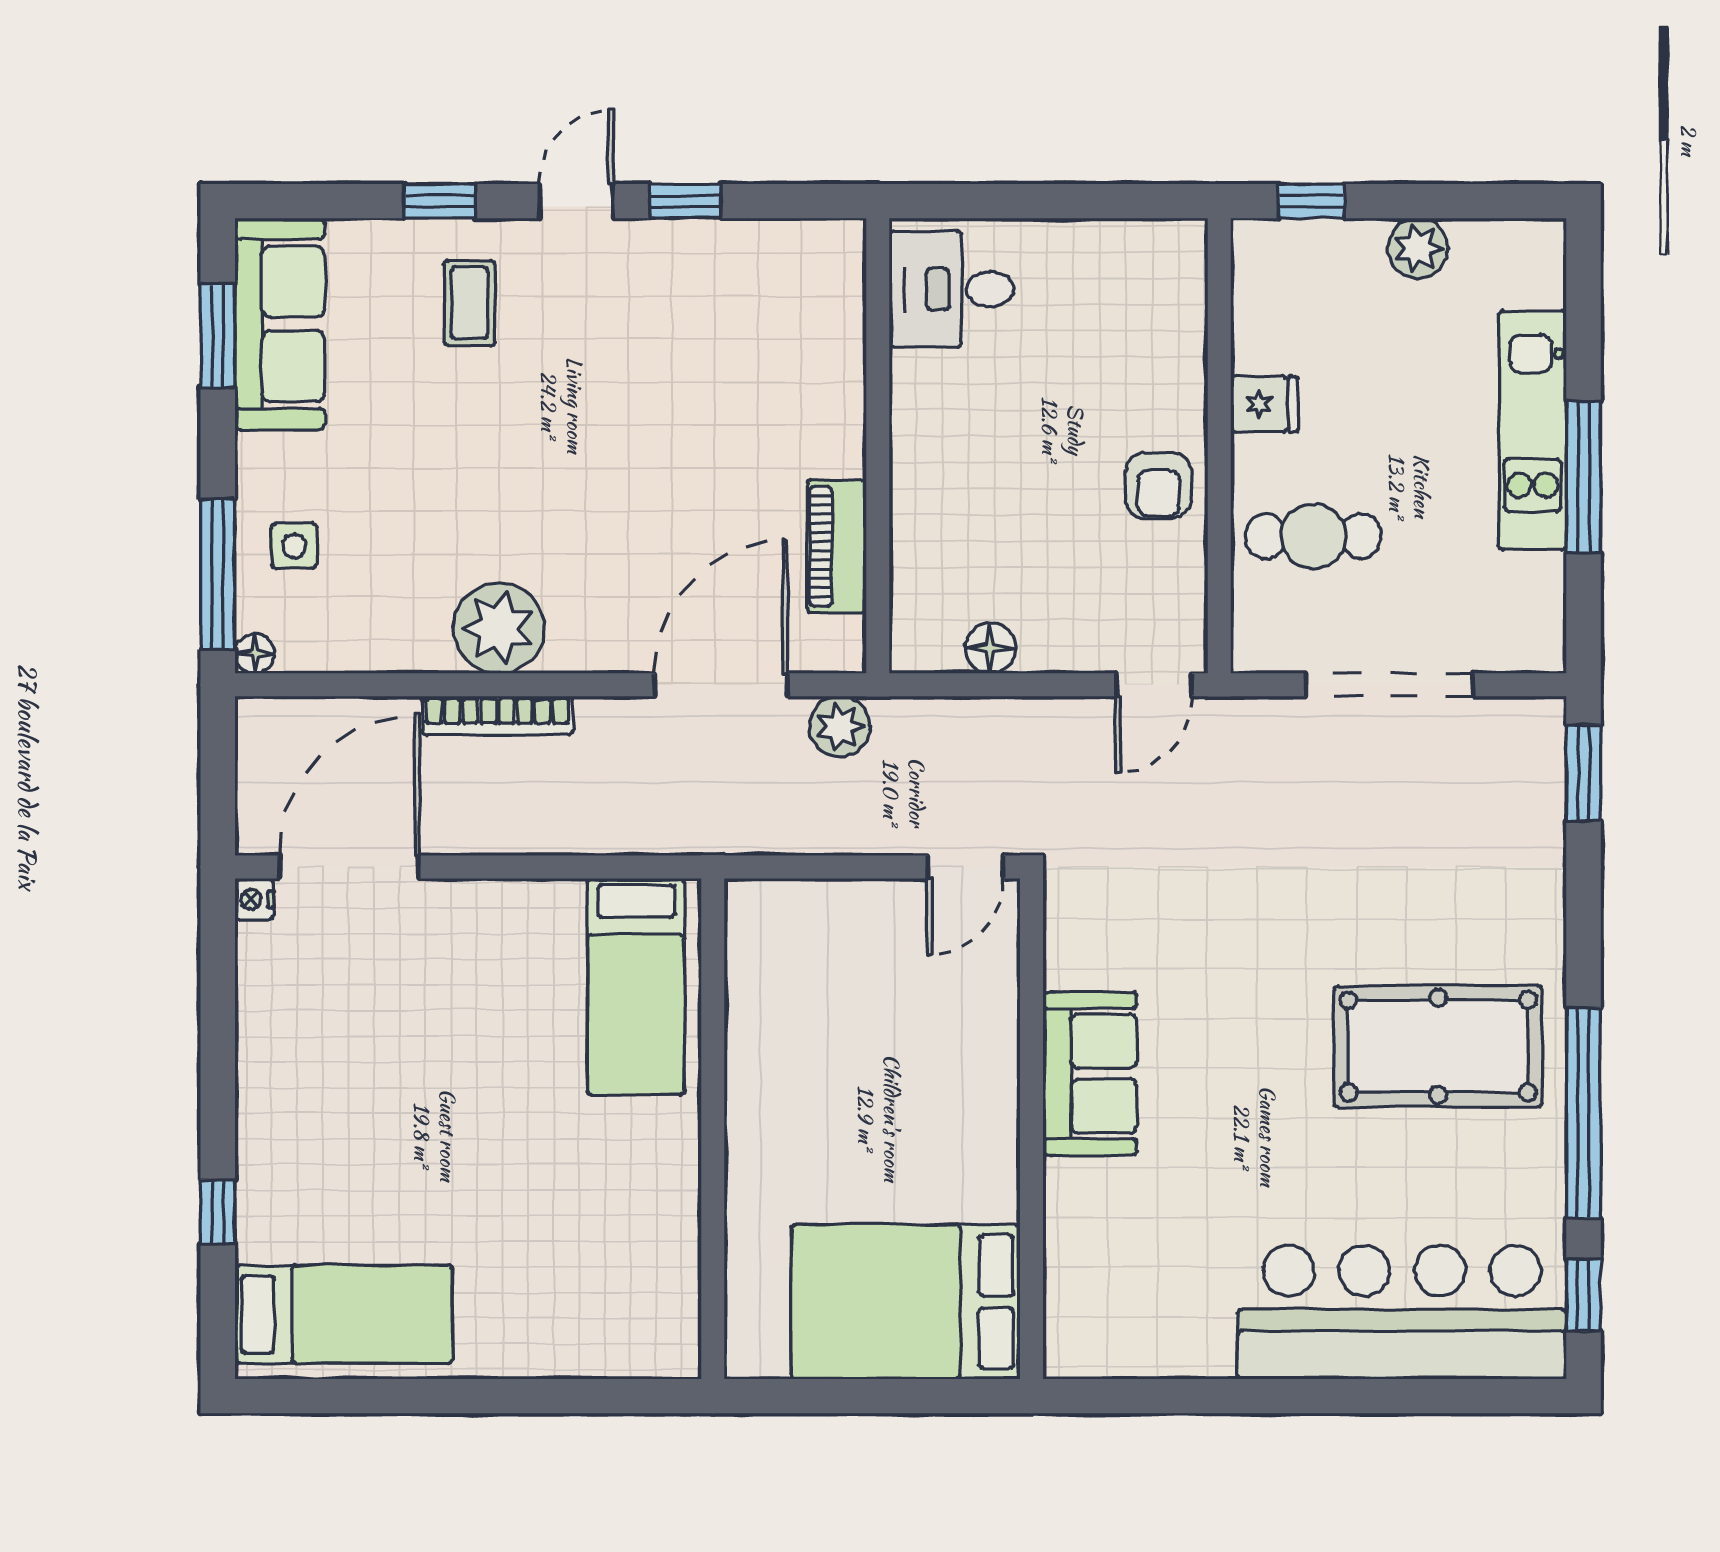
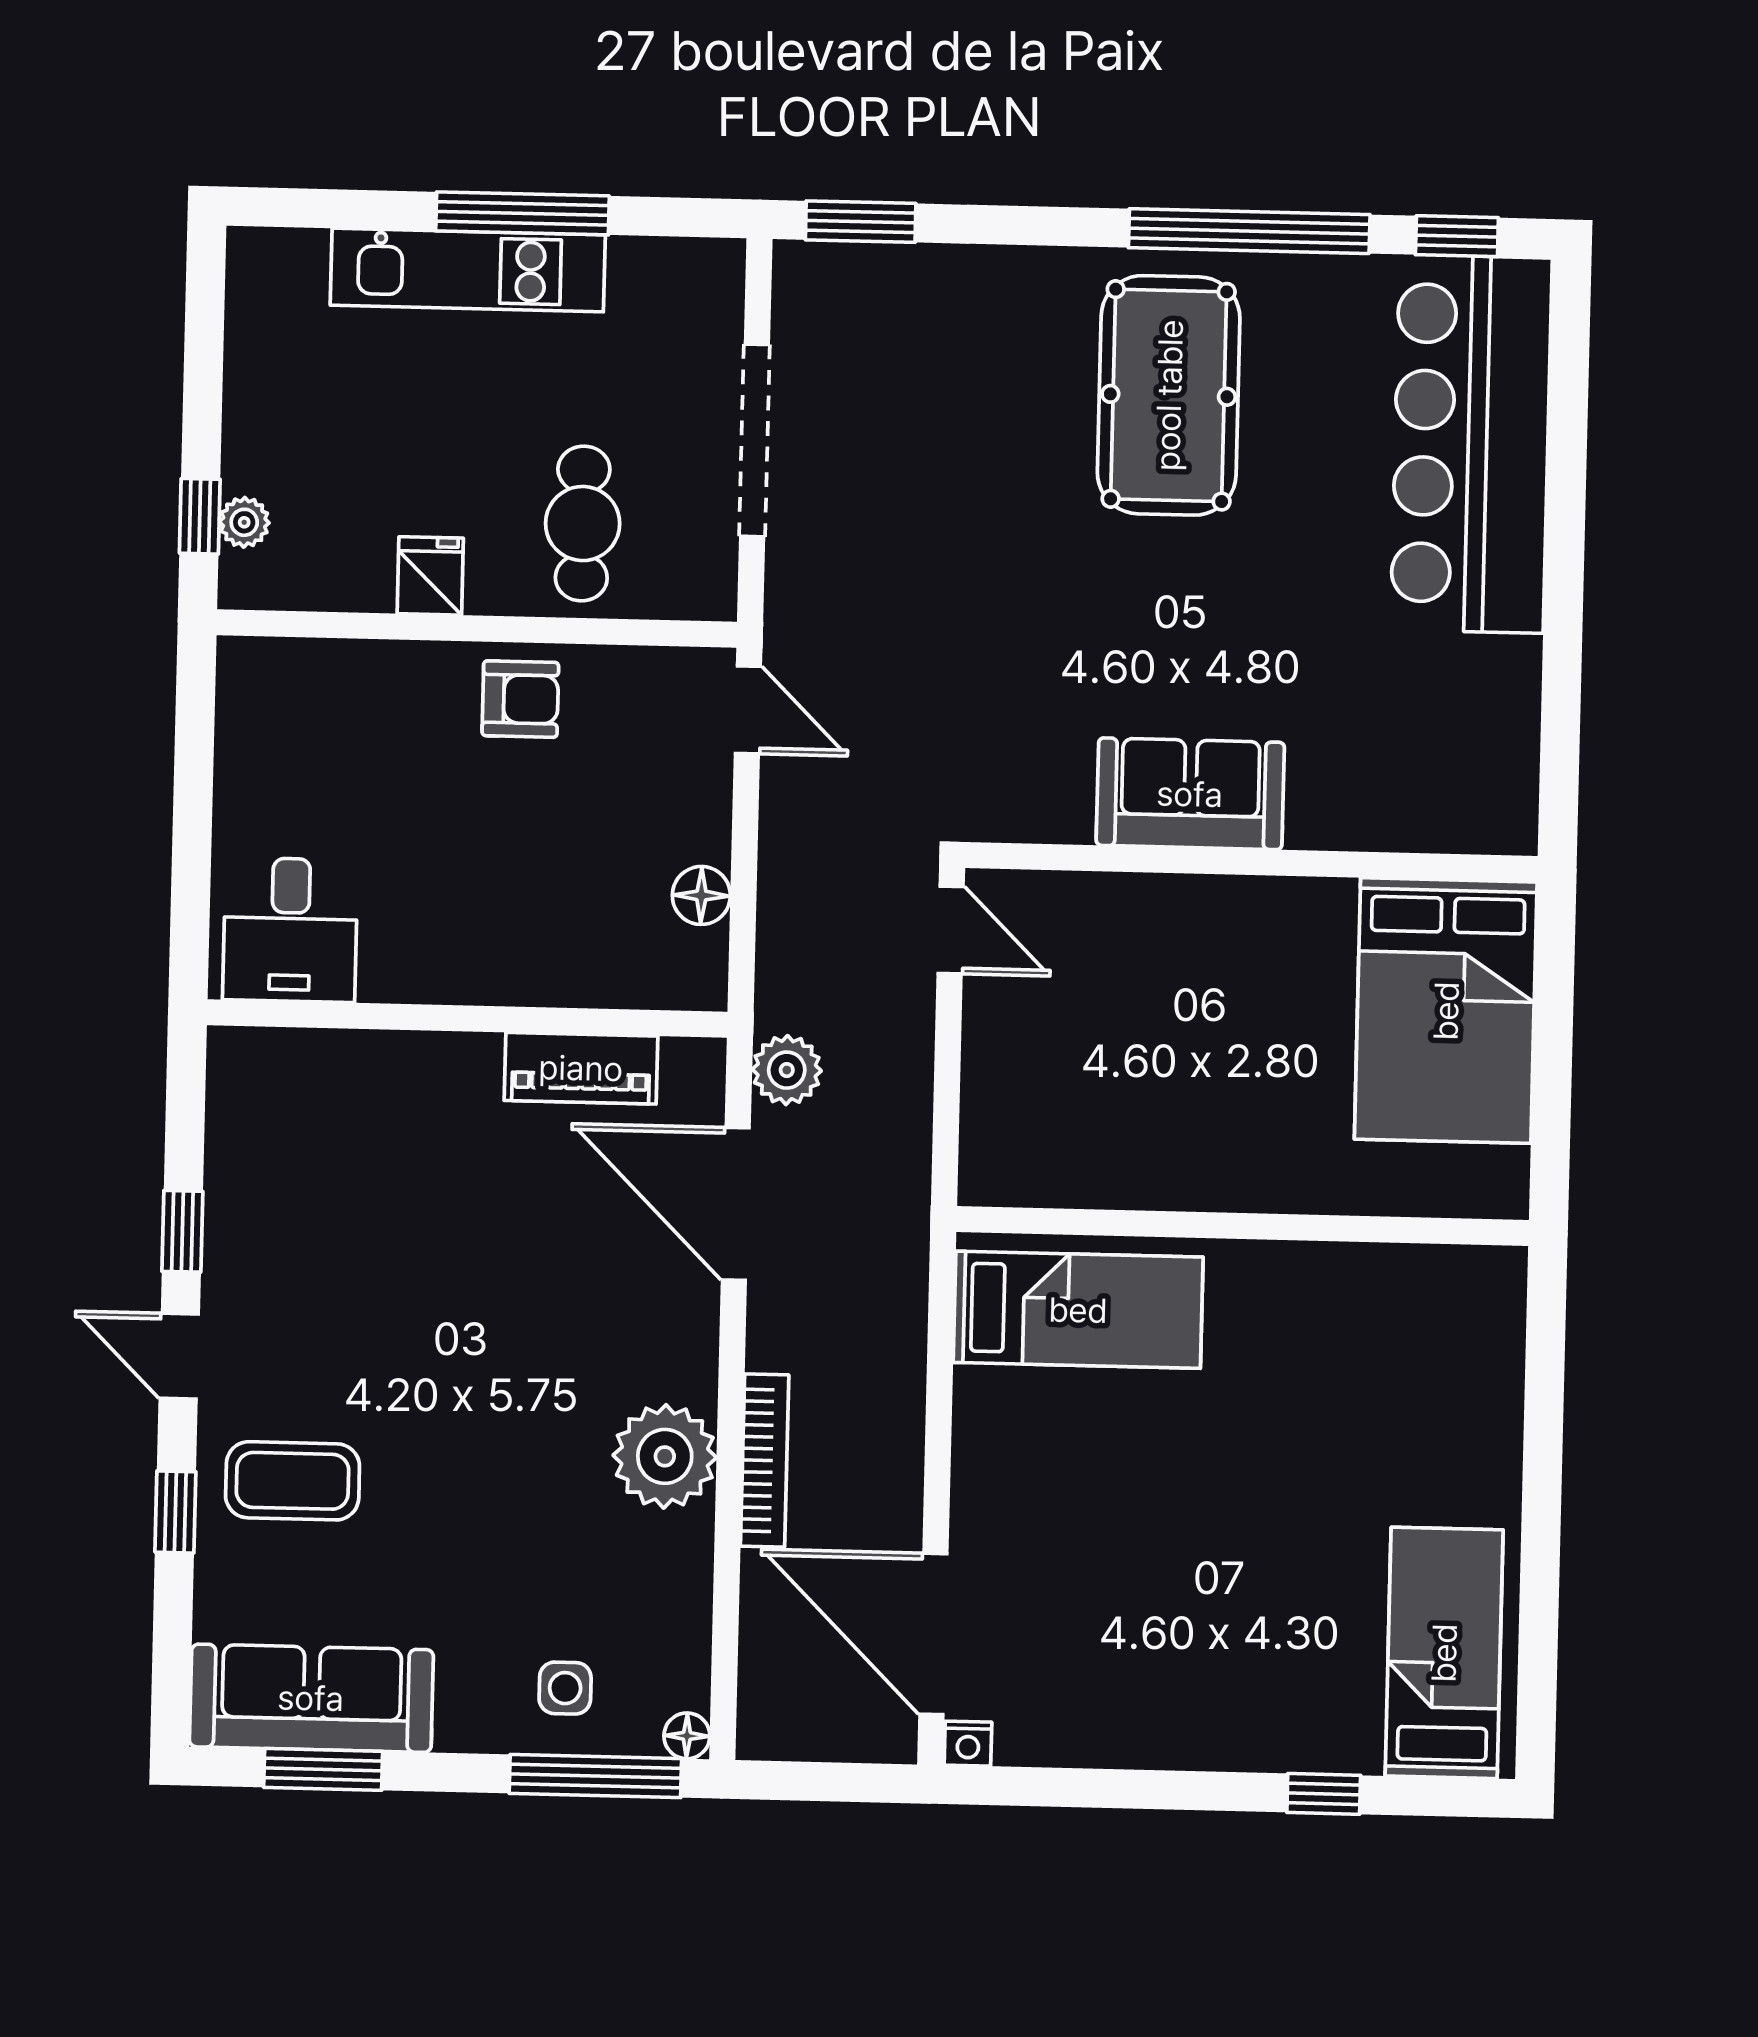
plant: (1418, 248) -> (244, 522), moved, width x0.73, depth x0.73
coffee table: (470, 303) -> (293, 1481), width x1.36, depth x1.30

